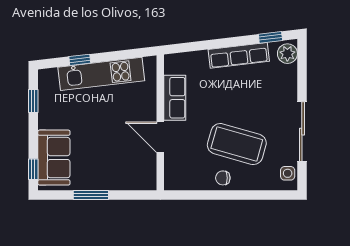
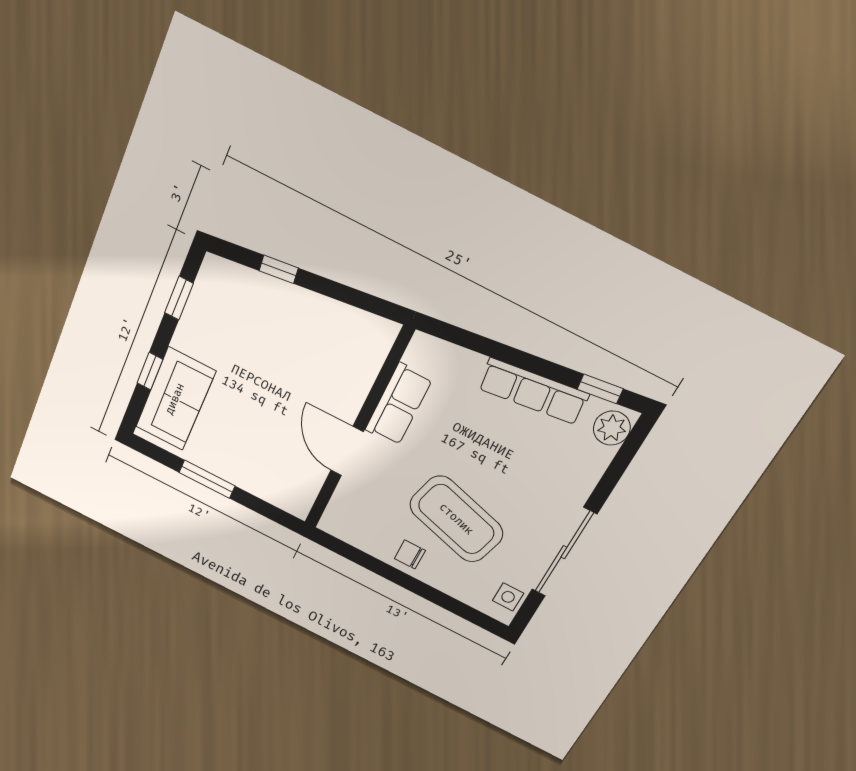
kitchen unit: (101, 74) -> (302, 309), removed
window: (33, 169) -> (150, 371), moved

